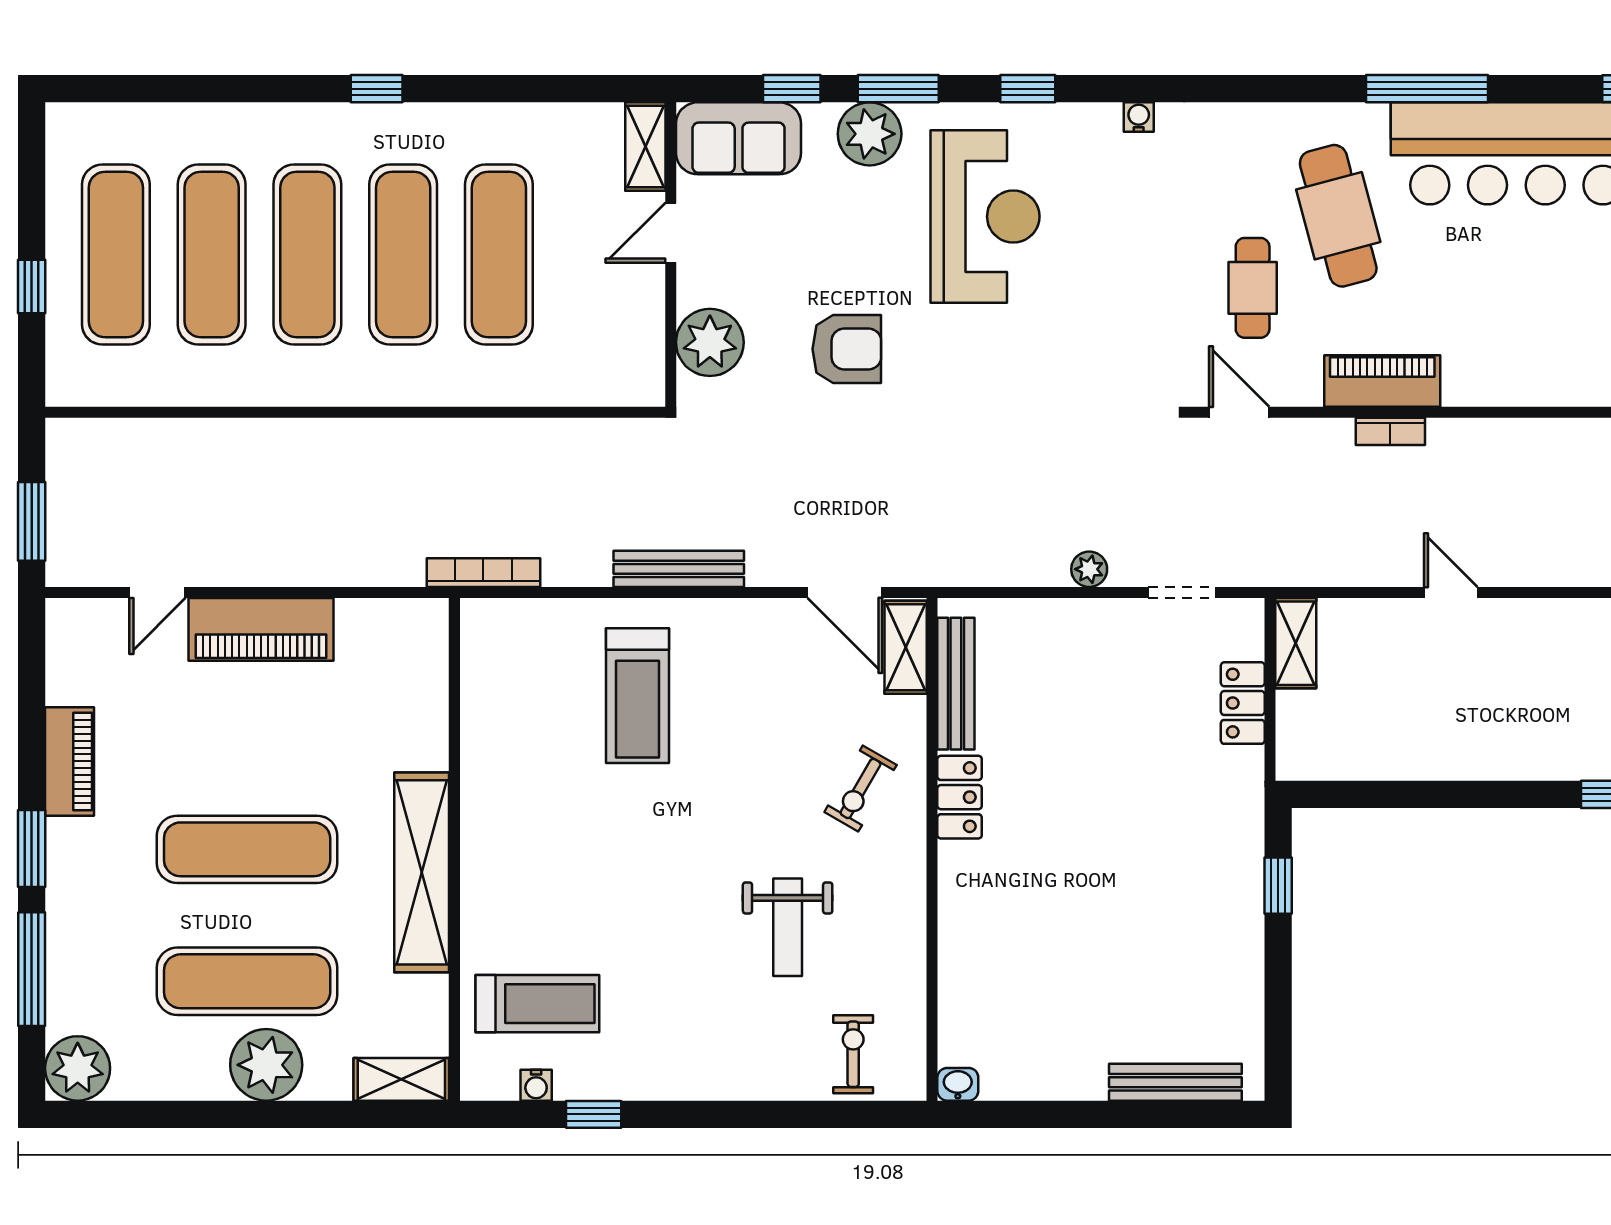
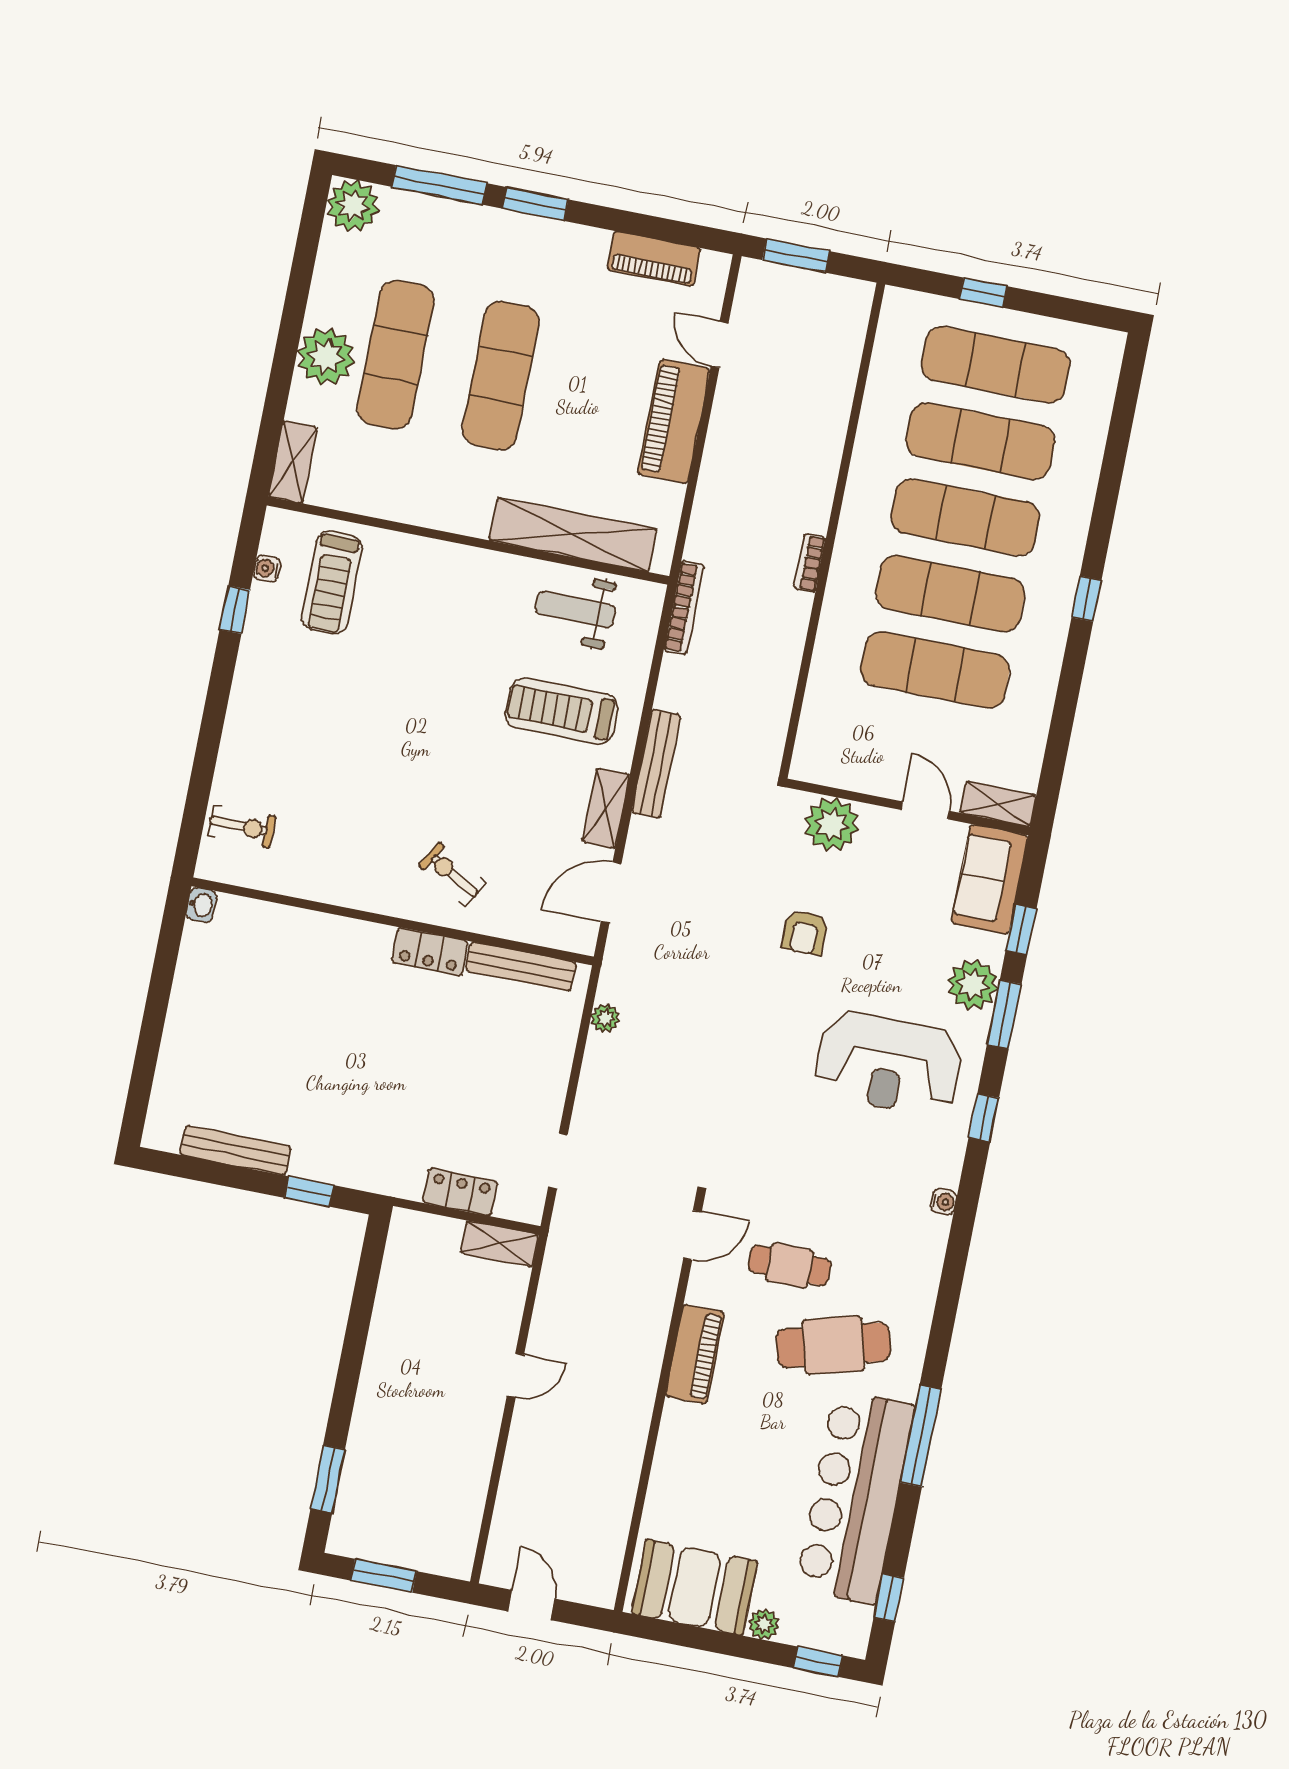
armchair: (847, 349) -> (805, 932), width x0.72, depth x0.72
bookcase: (1390, 431) -> (810, 563), moved
plant: (1089, 569) -> (605, 1018), moved
shelving: (906, 647) -> (606, 808), moved, turned 90
piano: (70, 761) -> (654, 259), moved
shelving: (422, 872) -> (573, 534), moved
weight bench: (788, 927) -> (575, 609), moved
bench: (1175, 1082) -> (235, 1150), moved, turned 90

